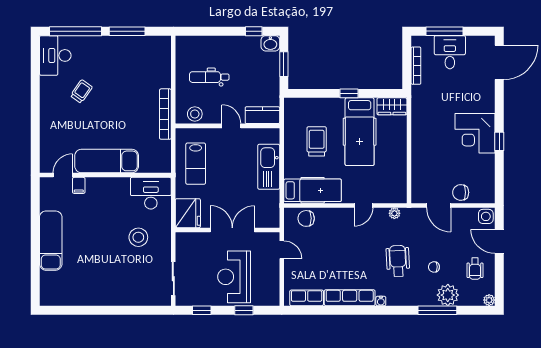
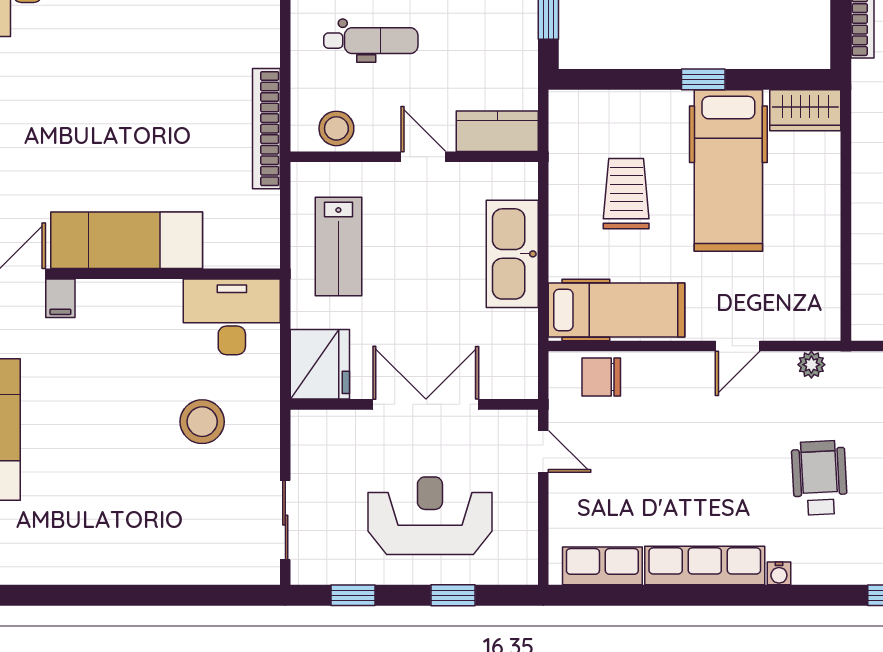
dental chair: (209, 77) -> (371, 41), turned 180
trolley: (81, 91) -> (67, 75), removed
reception desk: (234, 277) -> (430, 516), turned 90

